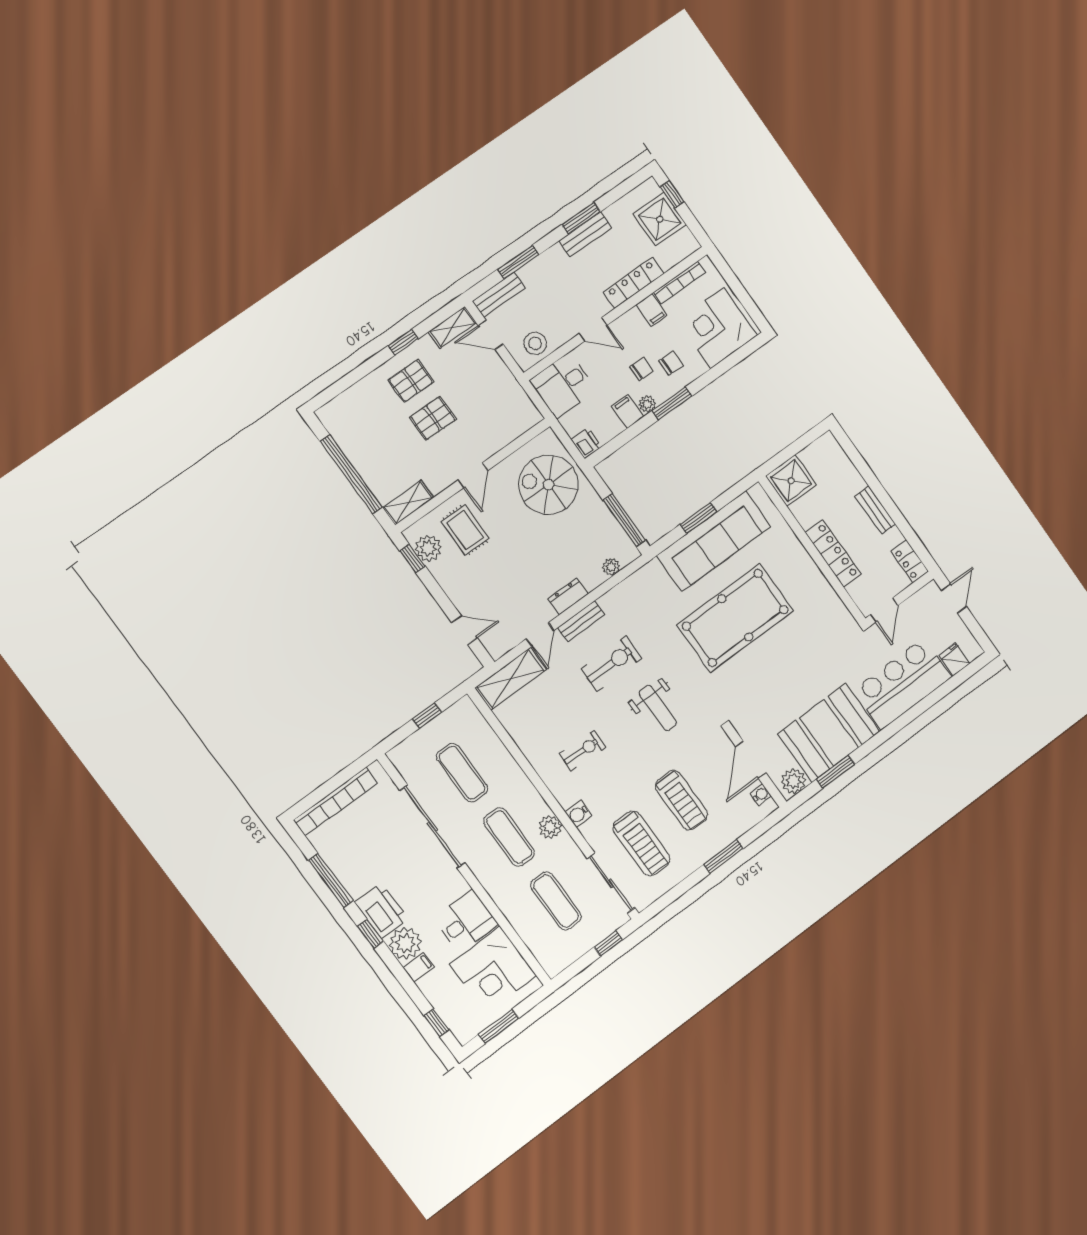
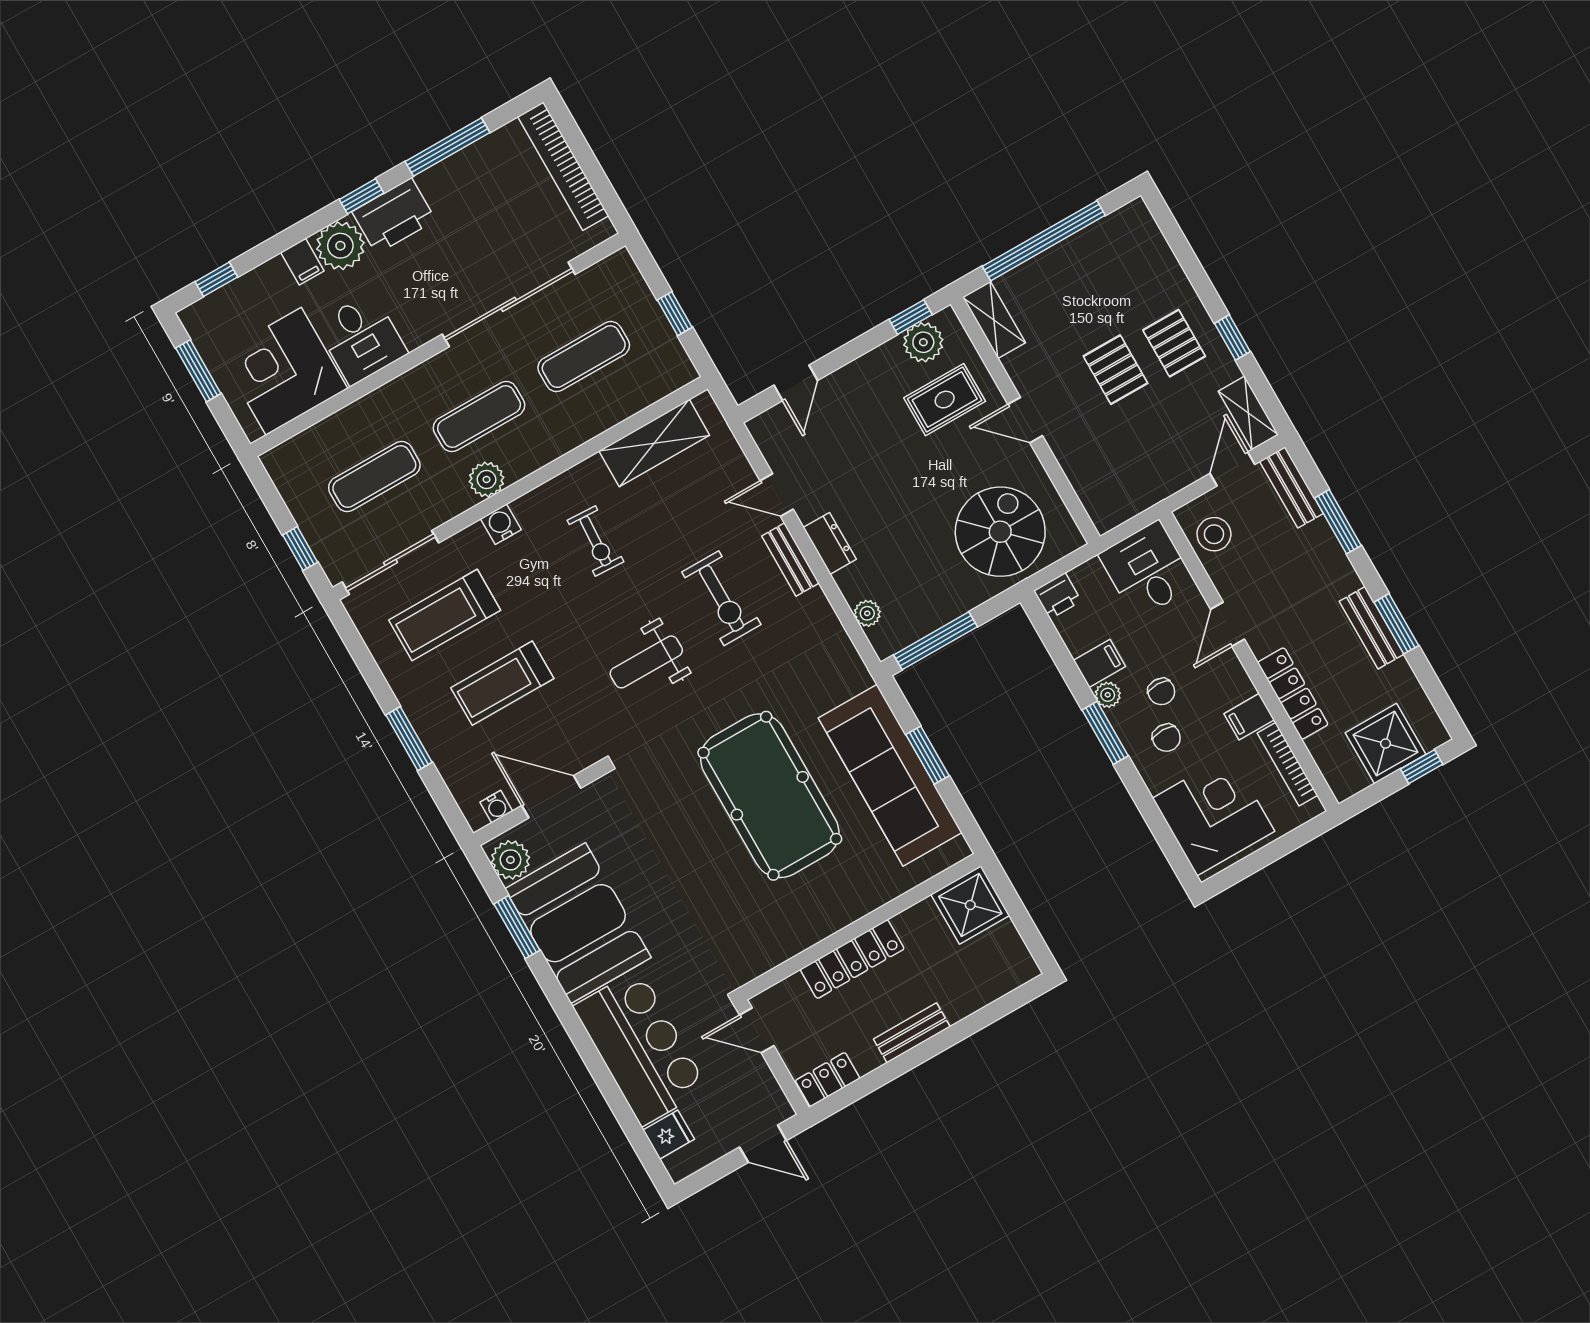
shelving: (511, 679) -> (654, 443), moved, turned 90

